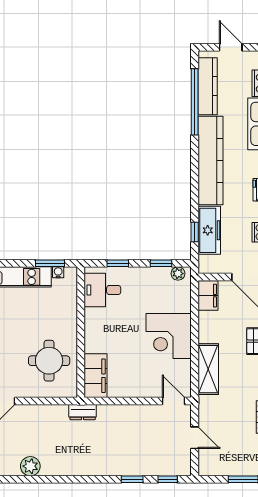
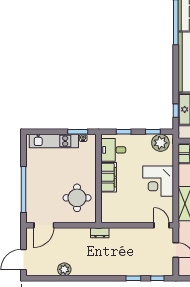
plant: (178, 274) -> (160, 143), width x1.88, depth x1.88
filing cabinet: (96, 376) -> (109, 177), moved

